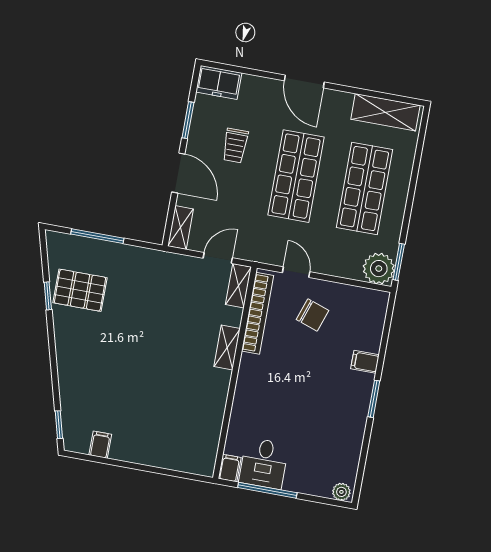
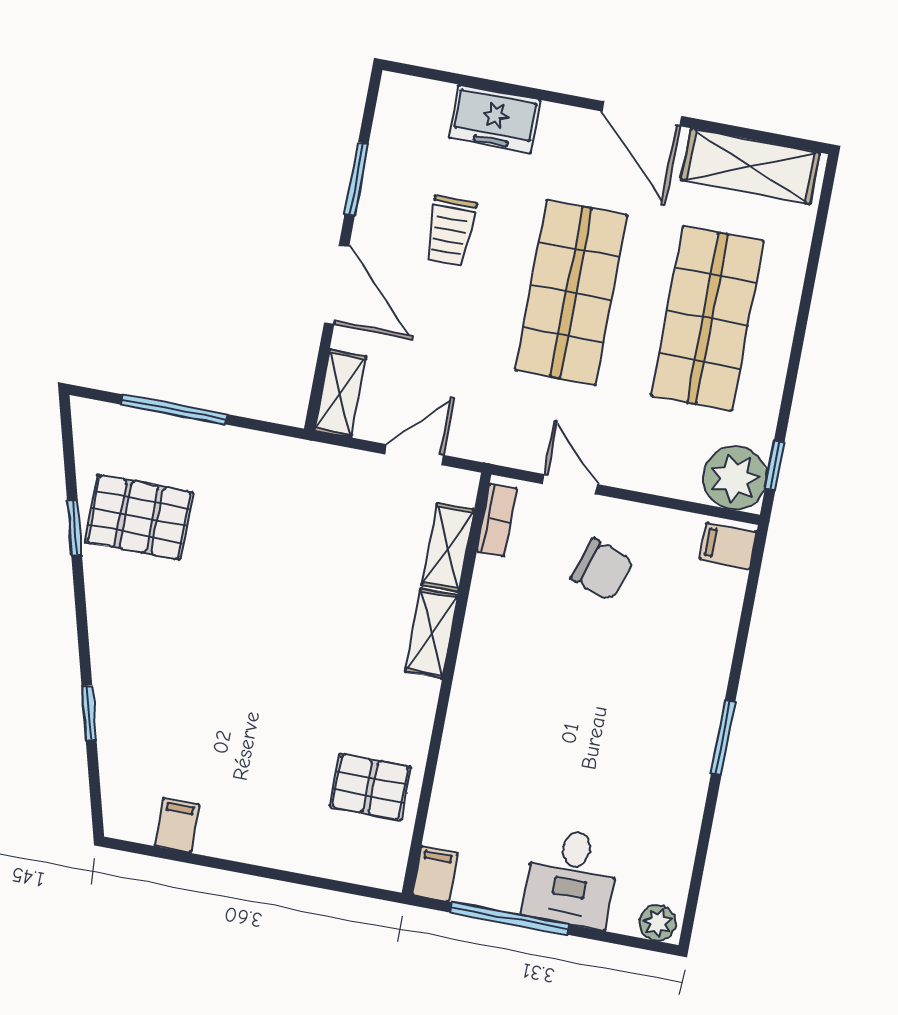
door: (304, 81) -> (641, 114), moved
freezer: (219, 82) -> (495, 119), moved
window: (399, 262) -> (775, 465), width x0.67
shelving: (238, 286) -> (448, 547), moved
bookcase: (258, 313) -> (497, 520), width x0.43, depth x0.76
filing cabinet: (365, 362) -> (728, 546), moved
window: (59, 425) -> (89, 713), moved
pallet: (197, 425) -> (370, 787), added
desk: (264, 463) -> (571, 878), moved

